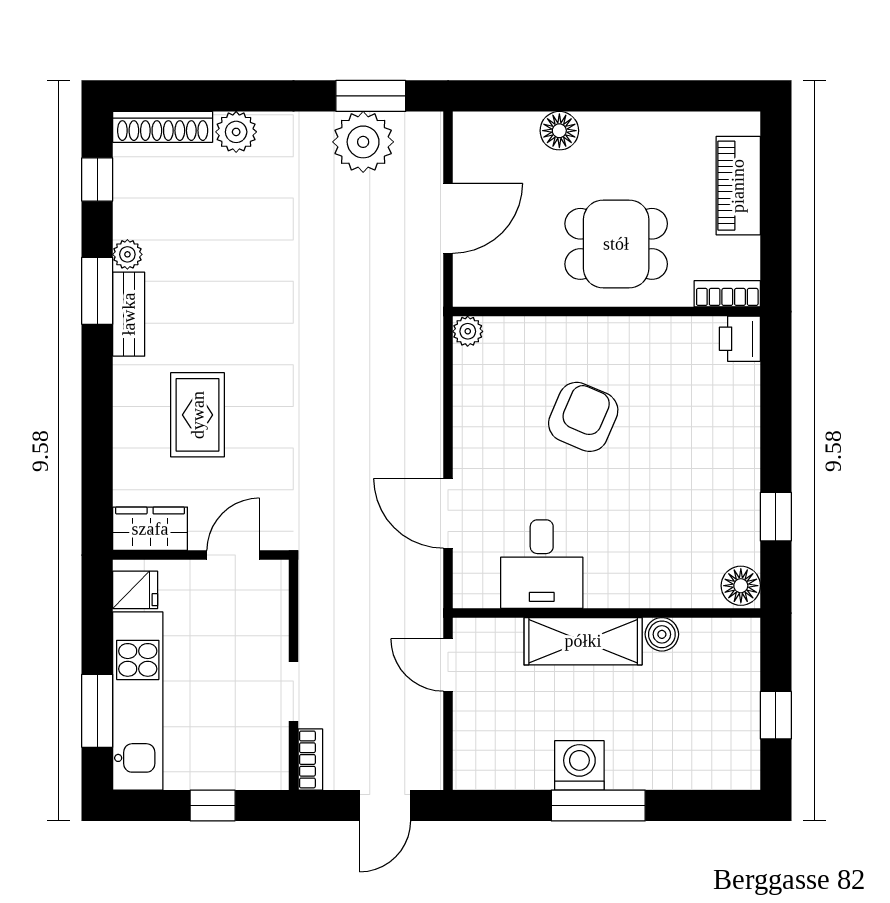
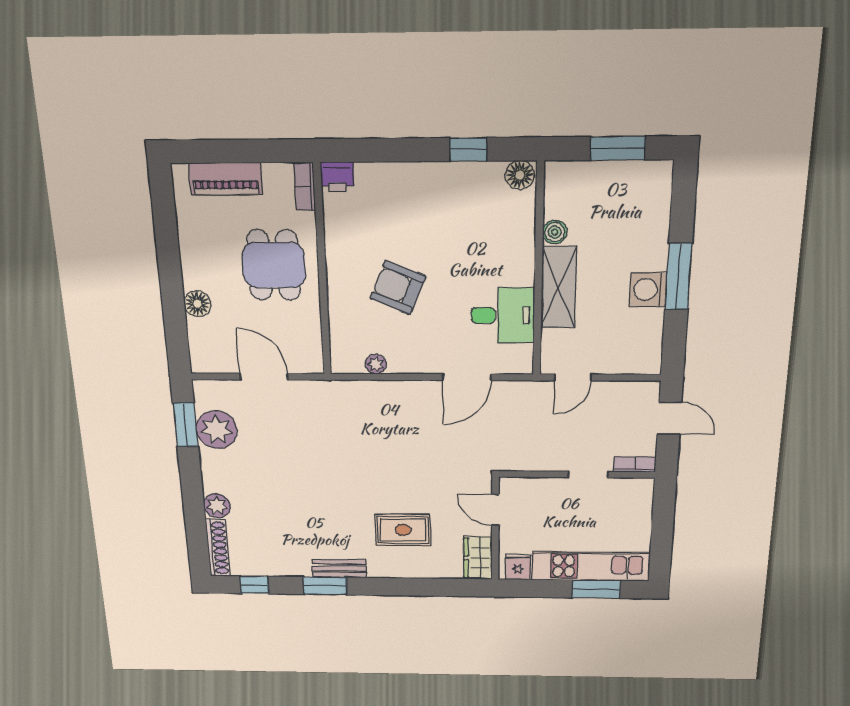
plant: (127, 254) -> (301, 569), removed
plant: (468, 331) -> (376, 364), moved
window: (776, 715) -> (618, 148), width x1.50
window: (213, 806) -> (663, 524), removed

